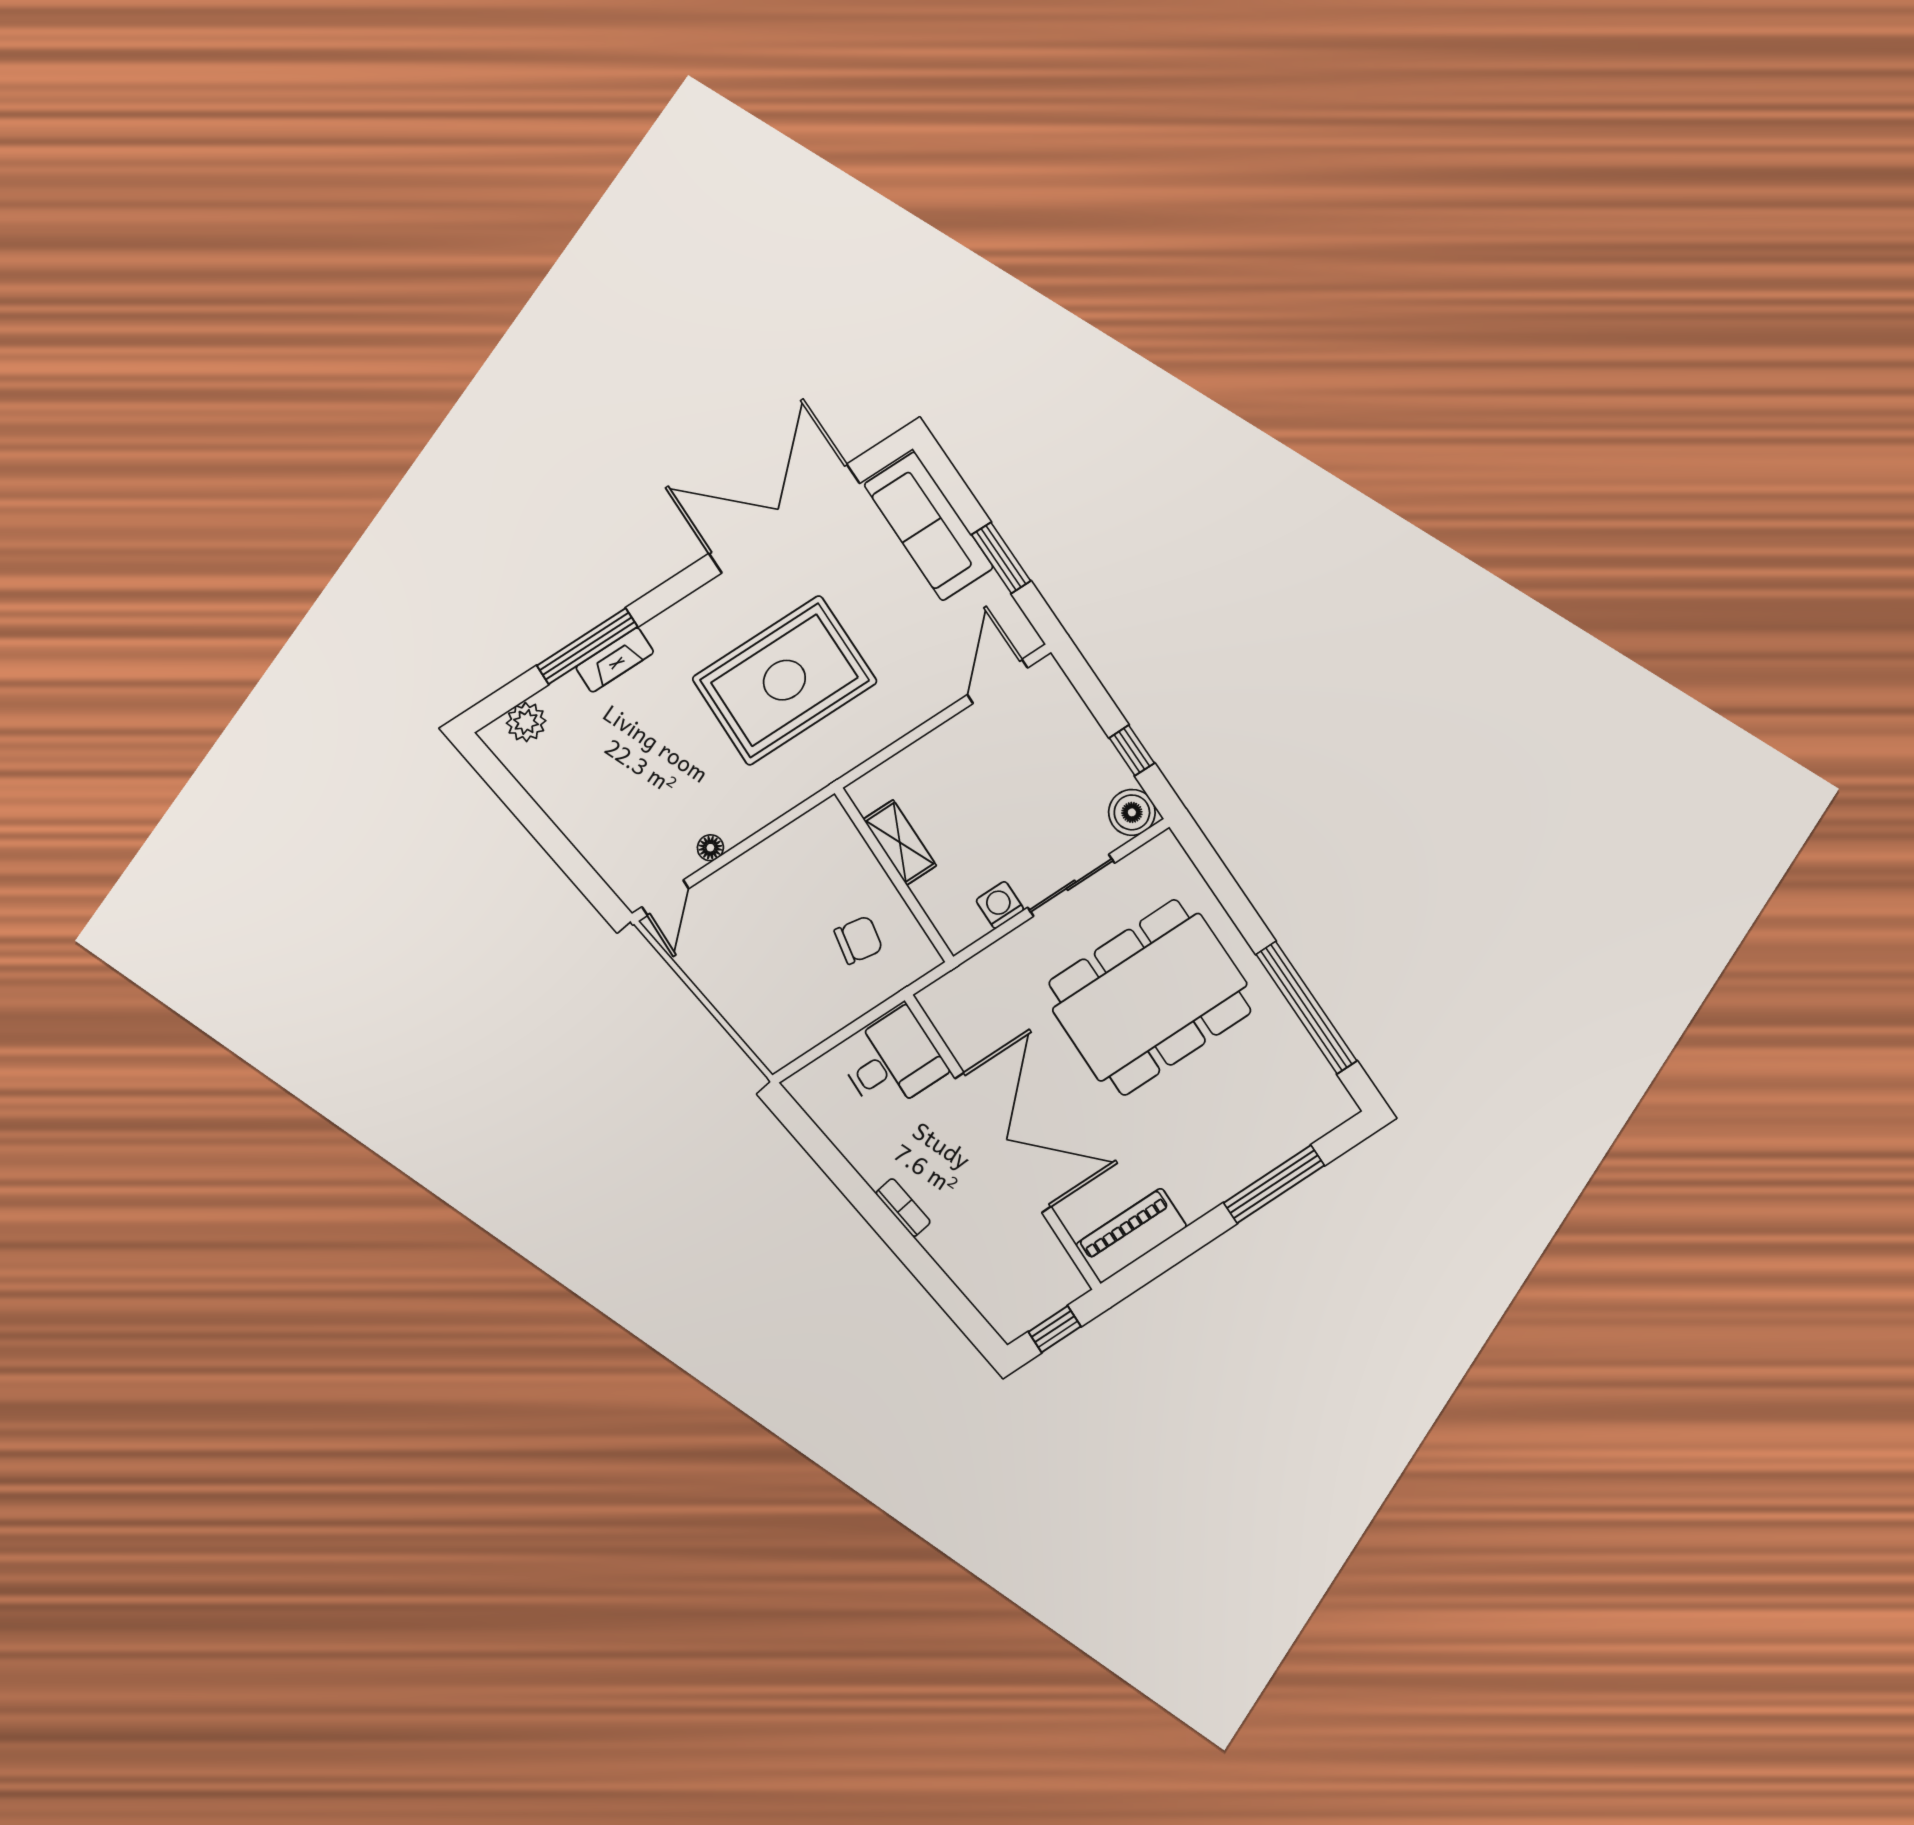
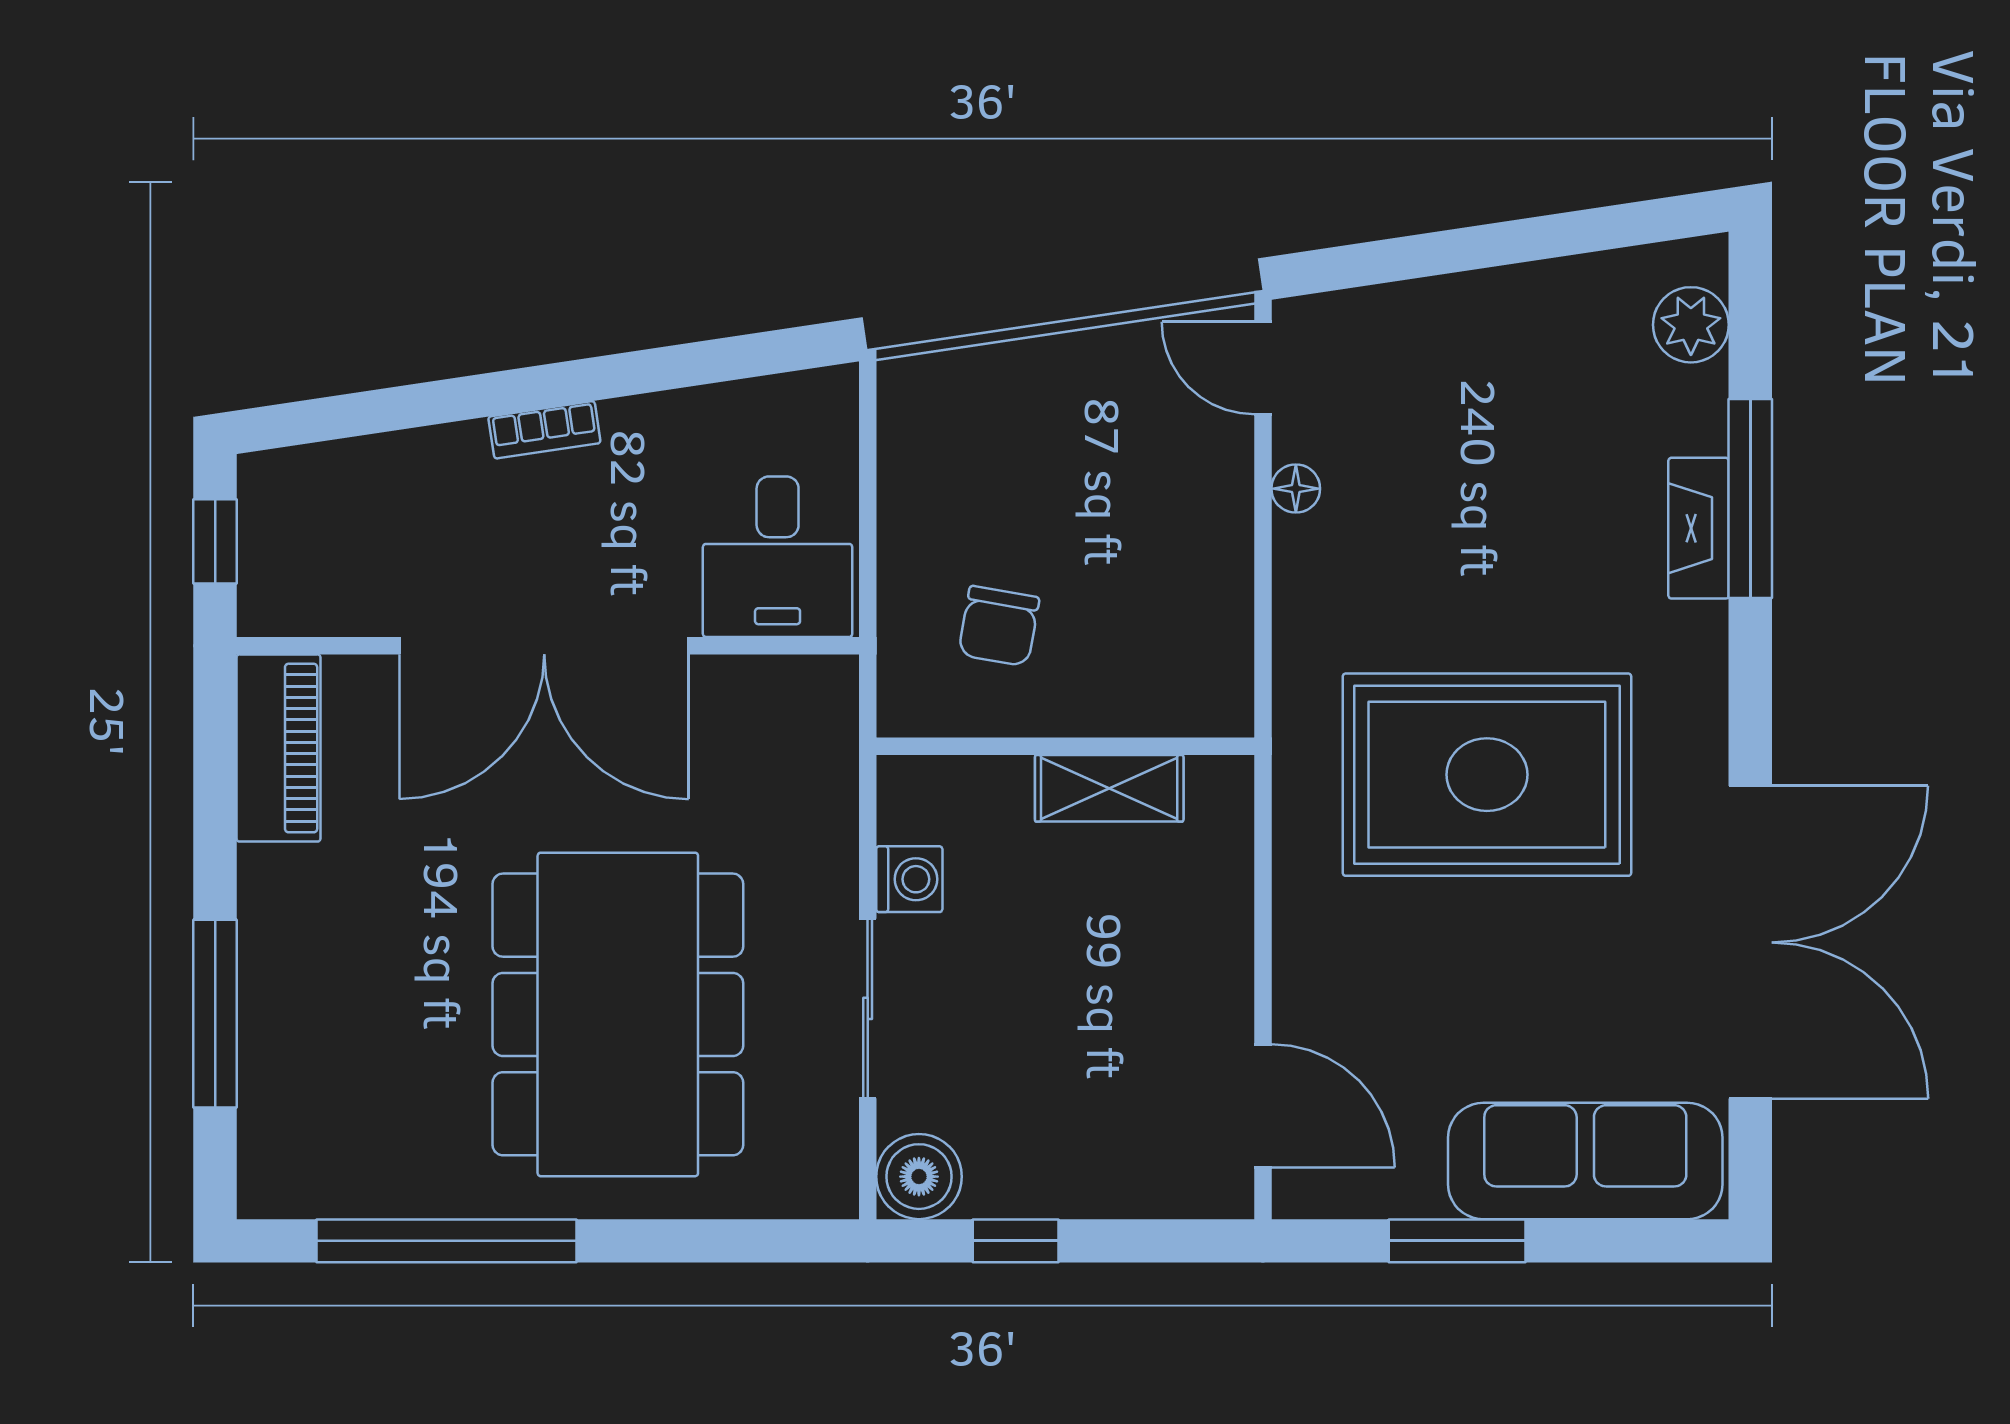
rug: (784, 680) -> (1487, 775), turned 90

